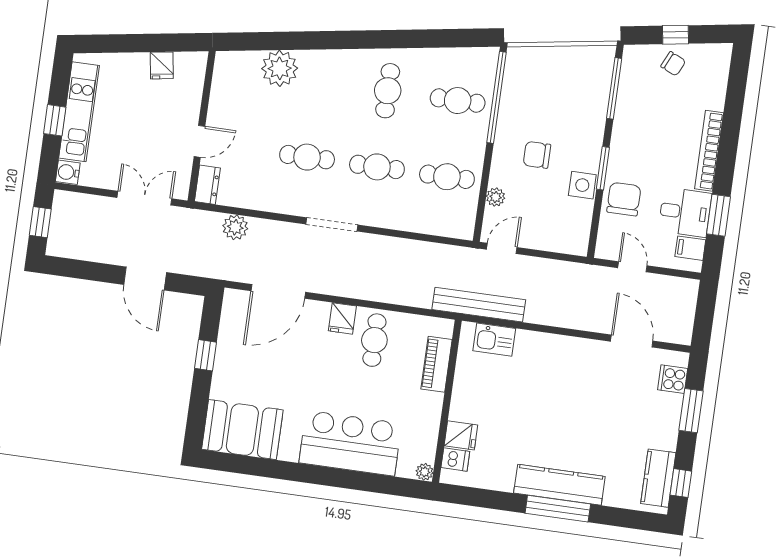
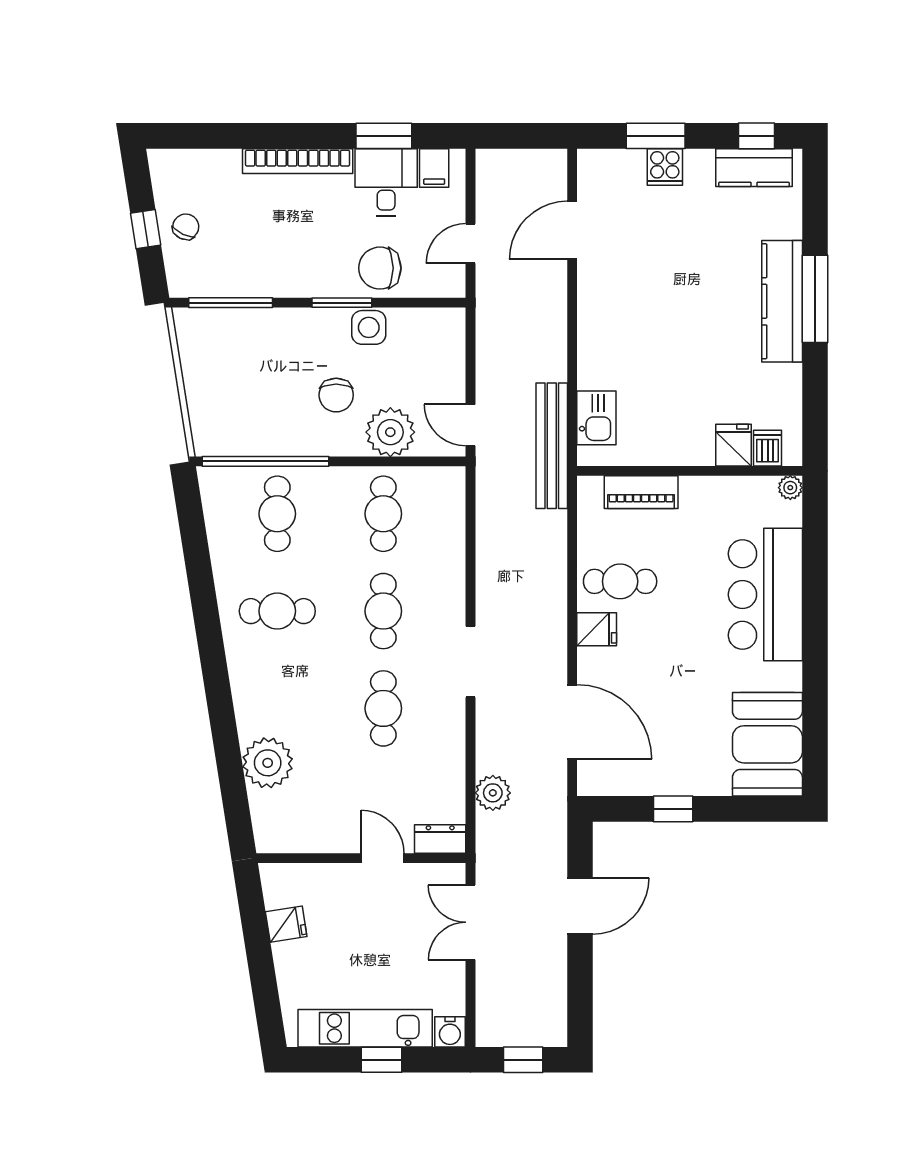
plant: (496, 197) -> (390, 432), width x1.88, depth x1.88
cooker: (673, 379) -> (665, 167), moved

